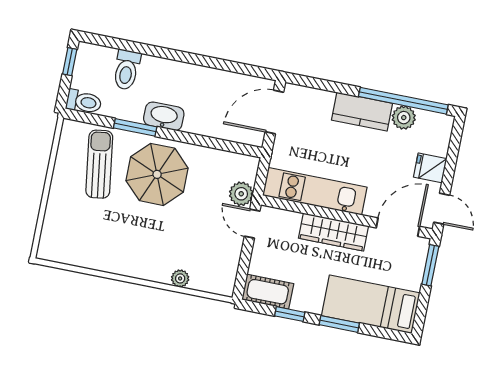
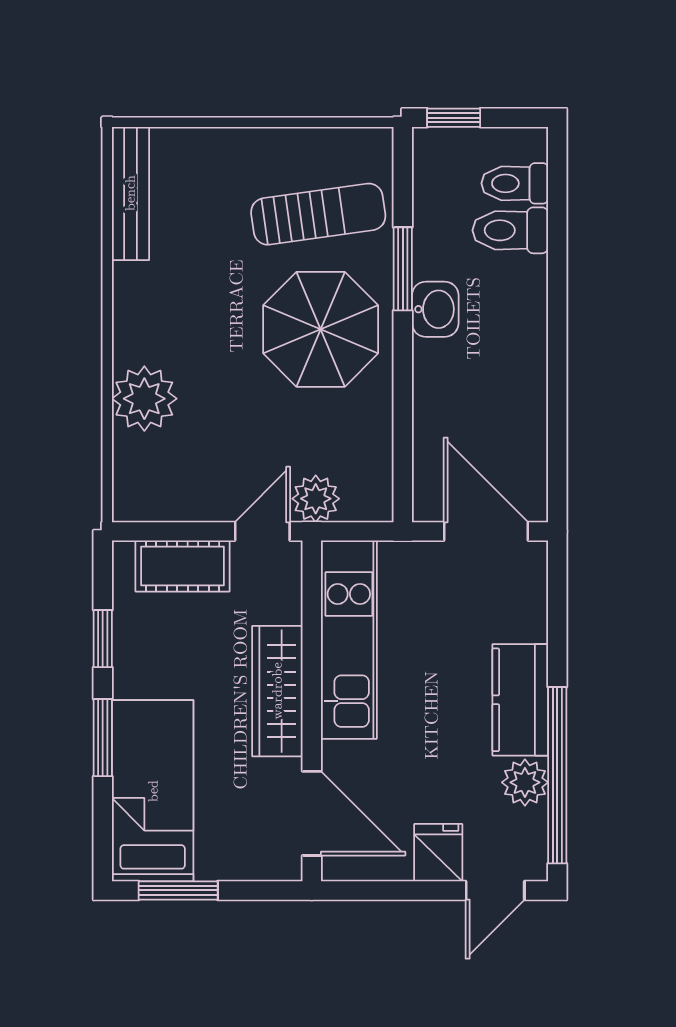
window: (70, 62) -> (454, 118), moved
toilet: (84, 102) -> (515, 183), moved, turned 90
washbasin: (164, 116) -> (435, 309), width x0.72
door: (442, 209) -> (495, 890), moved
bench: (70, 256) -> (130, 193), added
window: (430, 265) -> (178, 890), moved
plant: (180, 278) -> (144, 399), width x1.88, depth x1.88
cot: (268, 292) -> (182, 566), moved, turned 90

